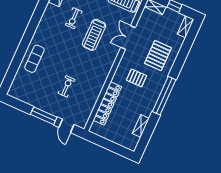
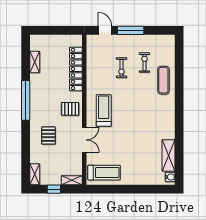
exercise bike: (74, 18) -> (144, 63), moved
treadmill: (94, 35) -> (104, 110), moved
pallet: (158, 56) -> (48, 135), width x0.67, depth x0.71
pallet: (137, 78) -> (70, 109), moved

